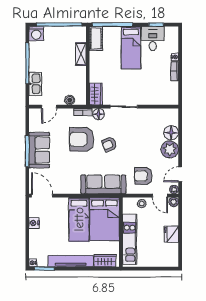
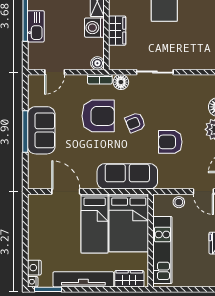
washing machine: (79, 74) -> (94, 28), added
kitchen sink: (35, 84) -> (36, 26), moved
wardrobe: (96, 94) -> (117, 31), moved
boiler: (70, 100) -> (97, 63), moved
armchair: (82, 139) -> (98, 116), turned 180
armchair: (143, 176) -> (170, 142), moved
door: (42, 196) -> (66, 191), moved
nightstand: (34, 223) -> (34, 268), moved

